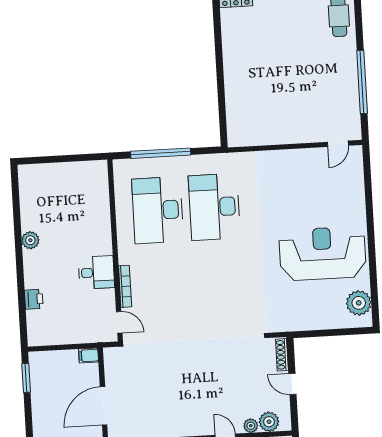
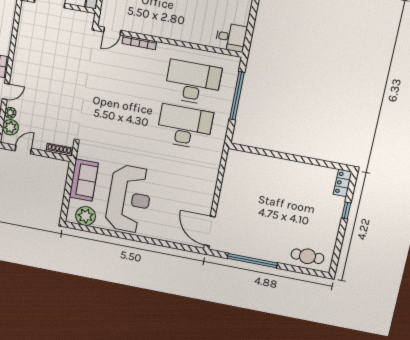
door: (338, 144) -> (210, 231), width x1.87
desk: (96, 272) -> (231, 37), moved, turned -90
sofa: (313, 315) -> (84, 180), added
door: (292, 384) -> (23, 150), moved

